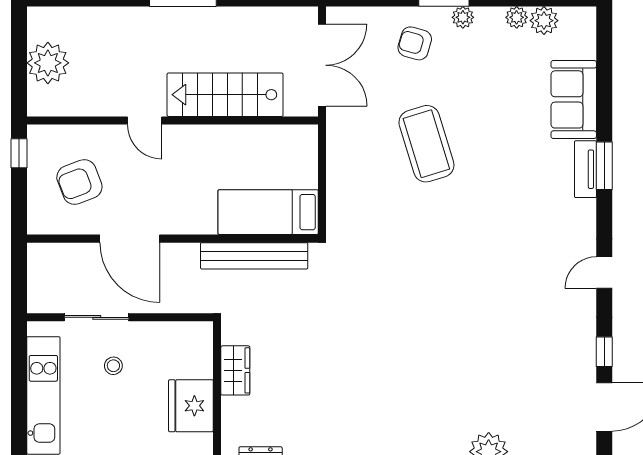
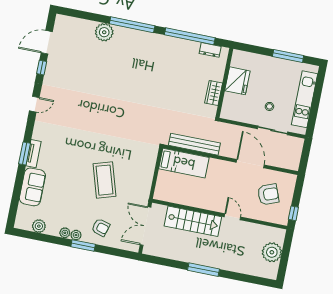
plant: (517, 17) -> (65, 233), moved

